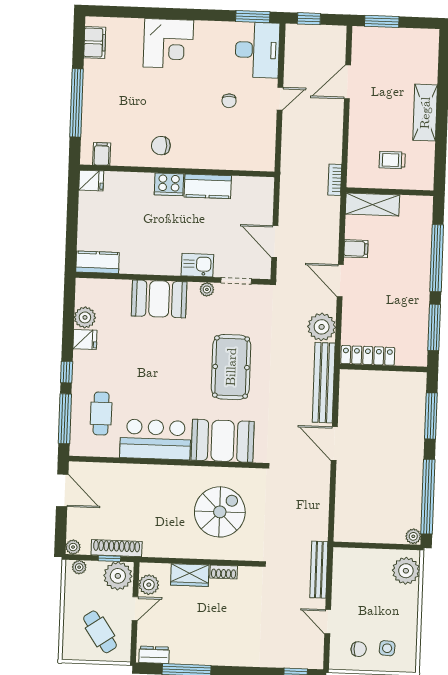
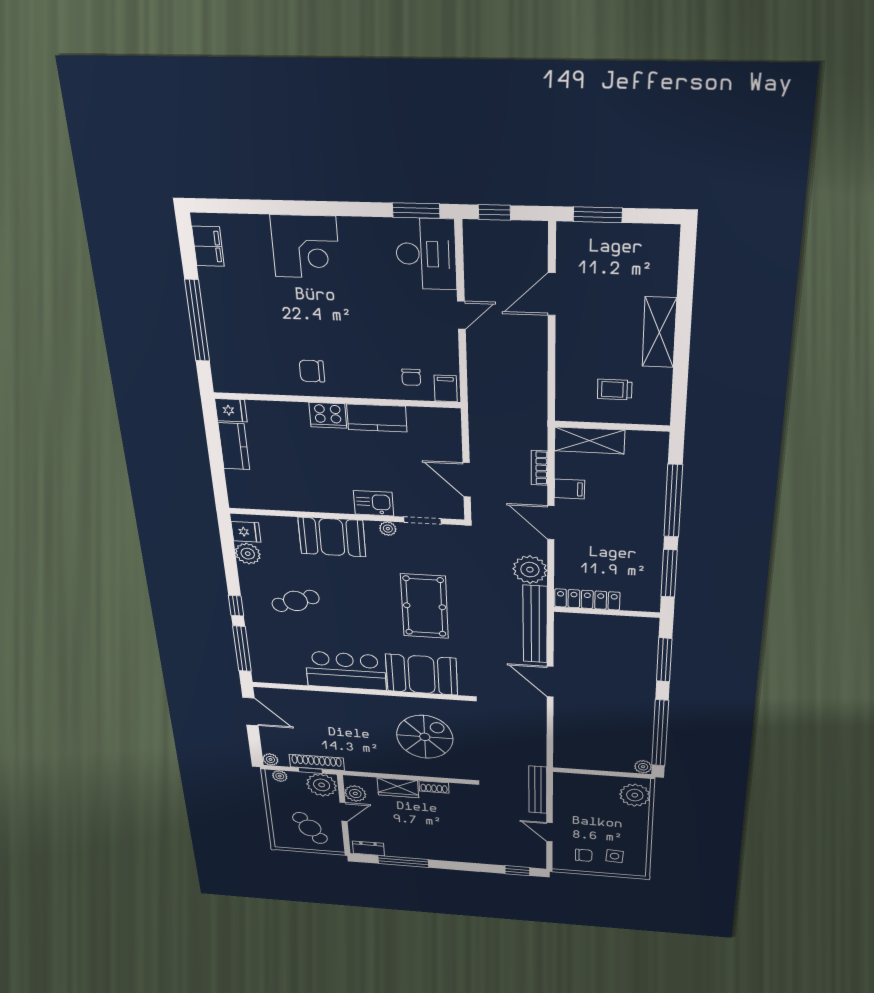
chair: (229, 101) -> (411, 377), moved
filing cabinet: (102, 154) -> (446, 388), moved
bookcase: (335, 180) -> (539, 468), moved
kitchen counter: (97, 262) -> (234, 446), moved, turned 90
fridge: (85, 339) -> (246, 532), moved
cafe table: (101, 414) -> (296, 601), moved, turned 70

